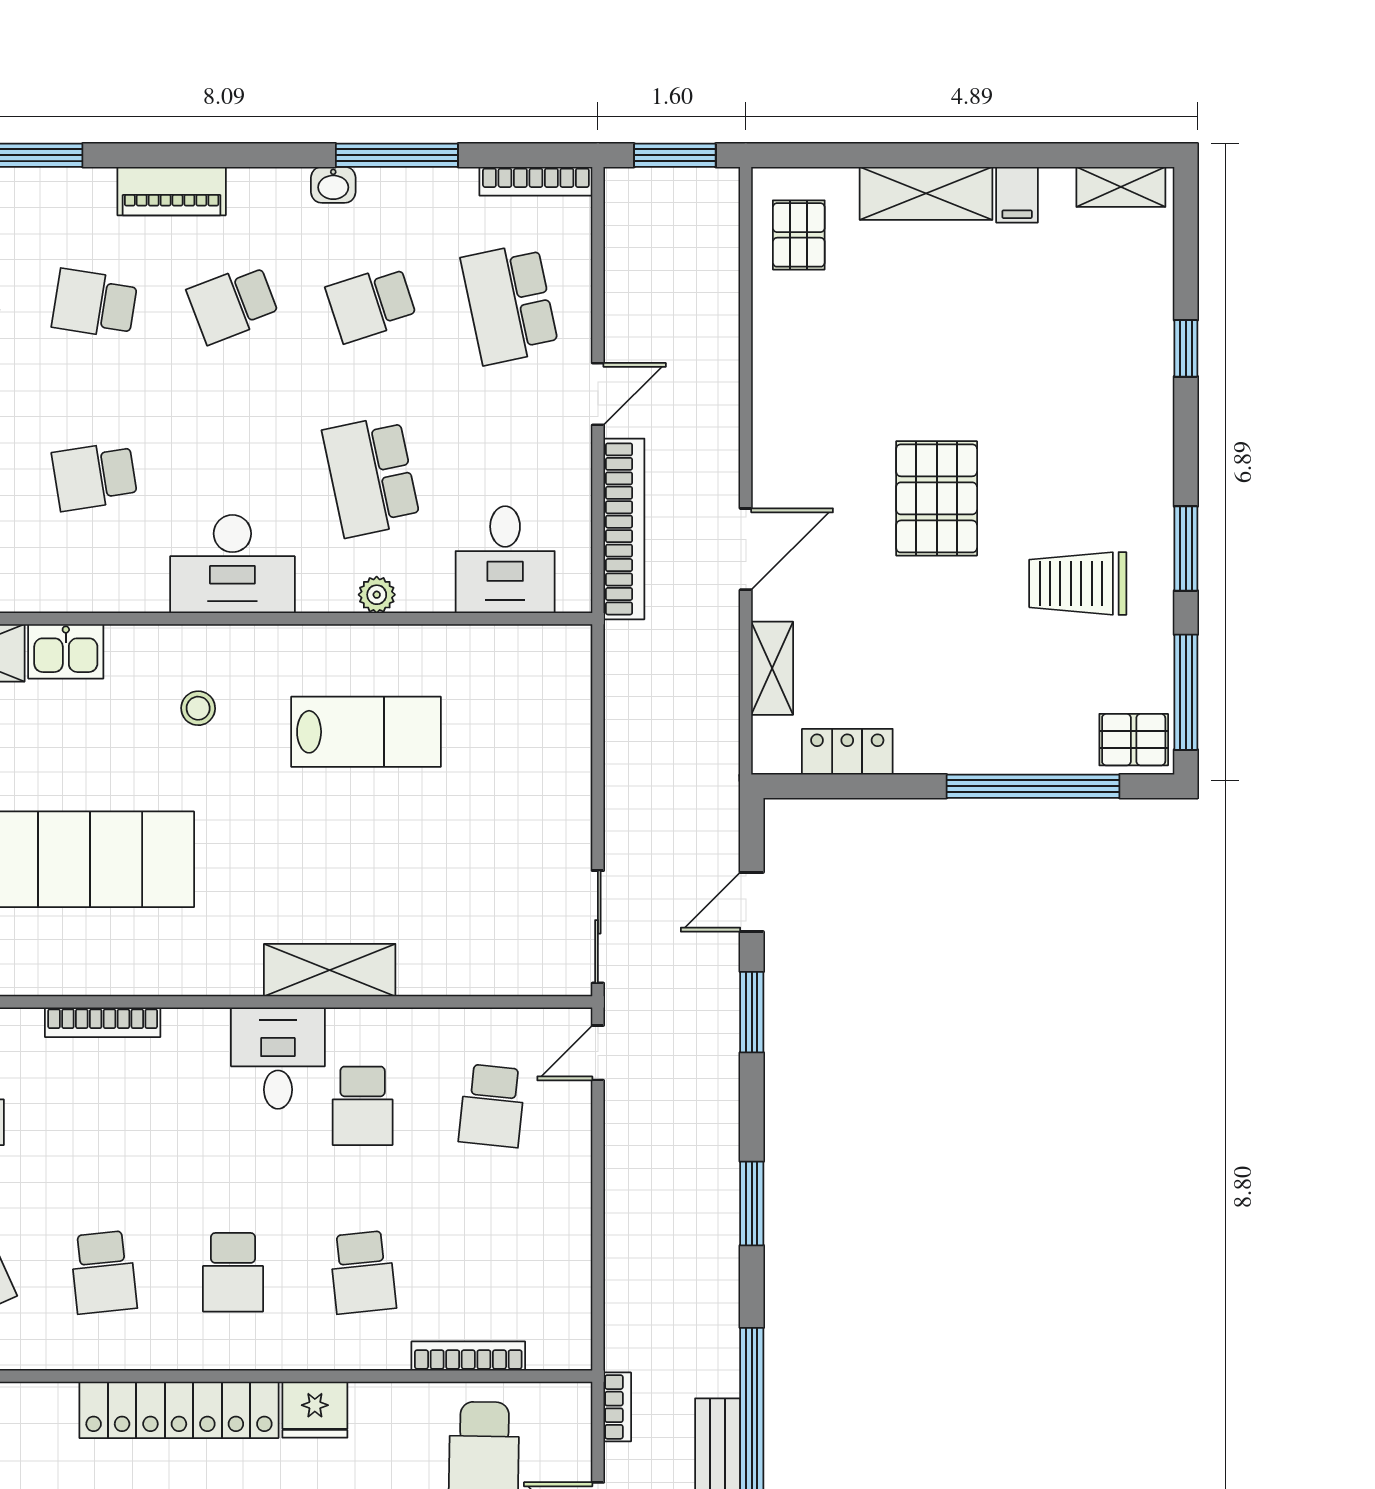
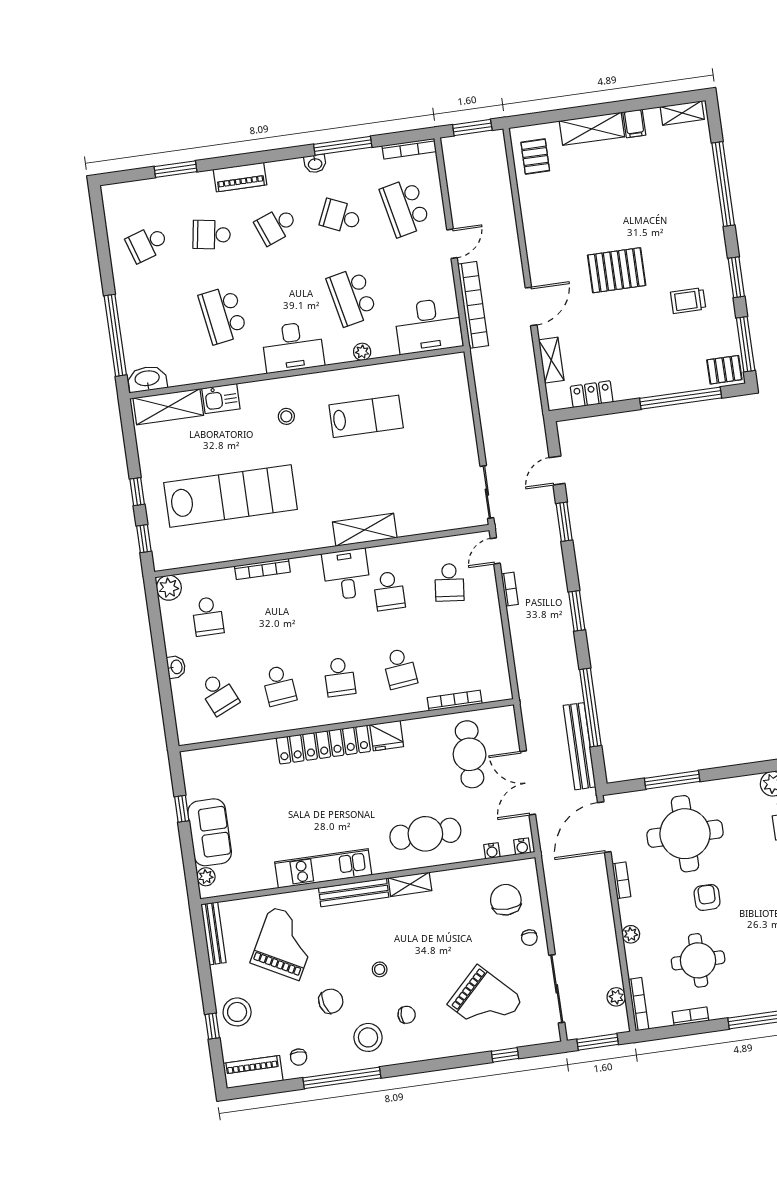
school desk: (371, 304) -> (341, 217), turned 42
window: (1186, 348) -> (723, 184), width x3.17
school desk: (95, 476) -> (223, 315), width x1.85
pallet: (937, 498) -> (617, 270), turned 90
desk: (505, 560) -> (428, 326), width x1.37
trolley: (1078, 583) -> (688, 301), width x0.73, depth x0.72
bookcase: (617, 1407) -> (510, 589), moved

